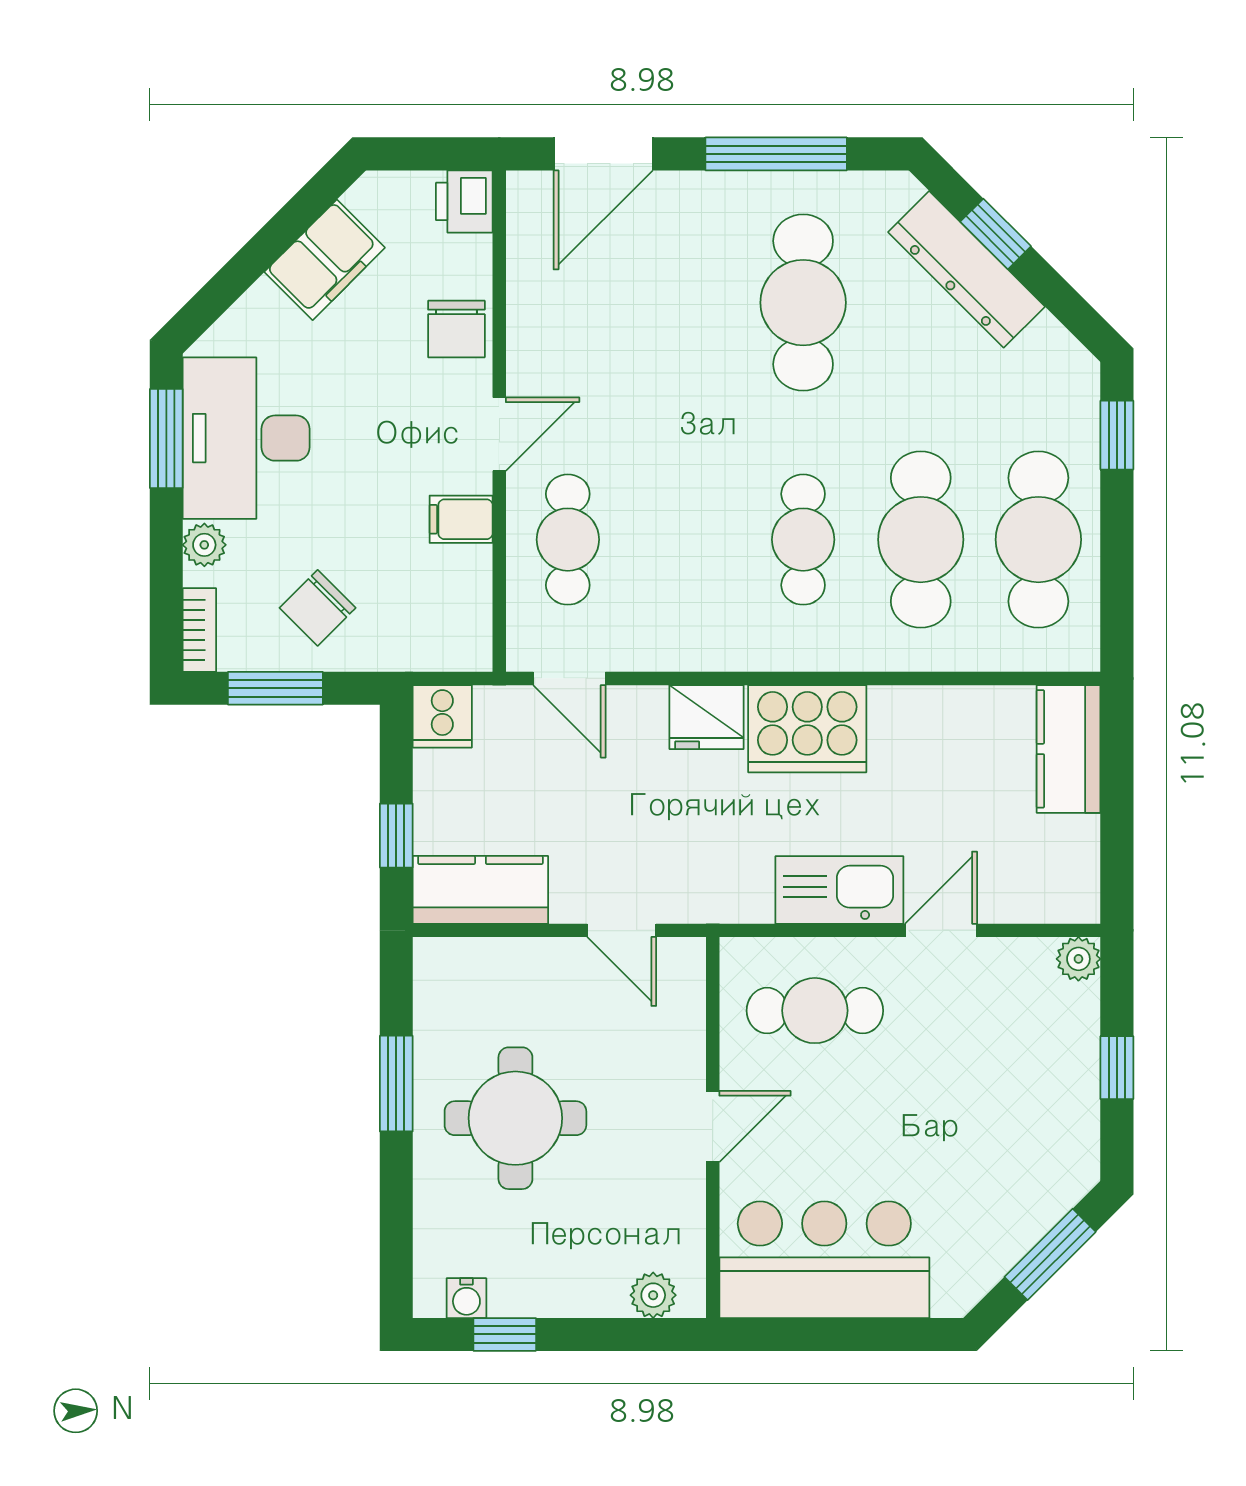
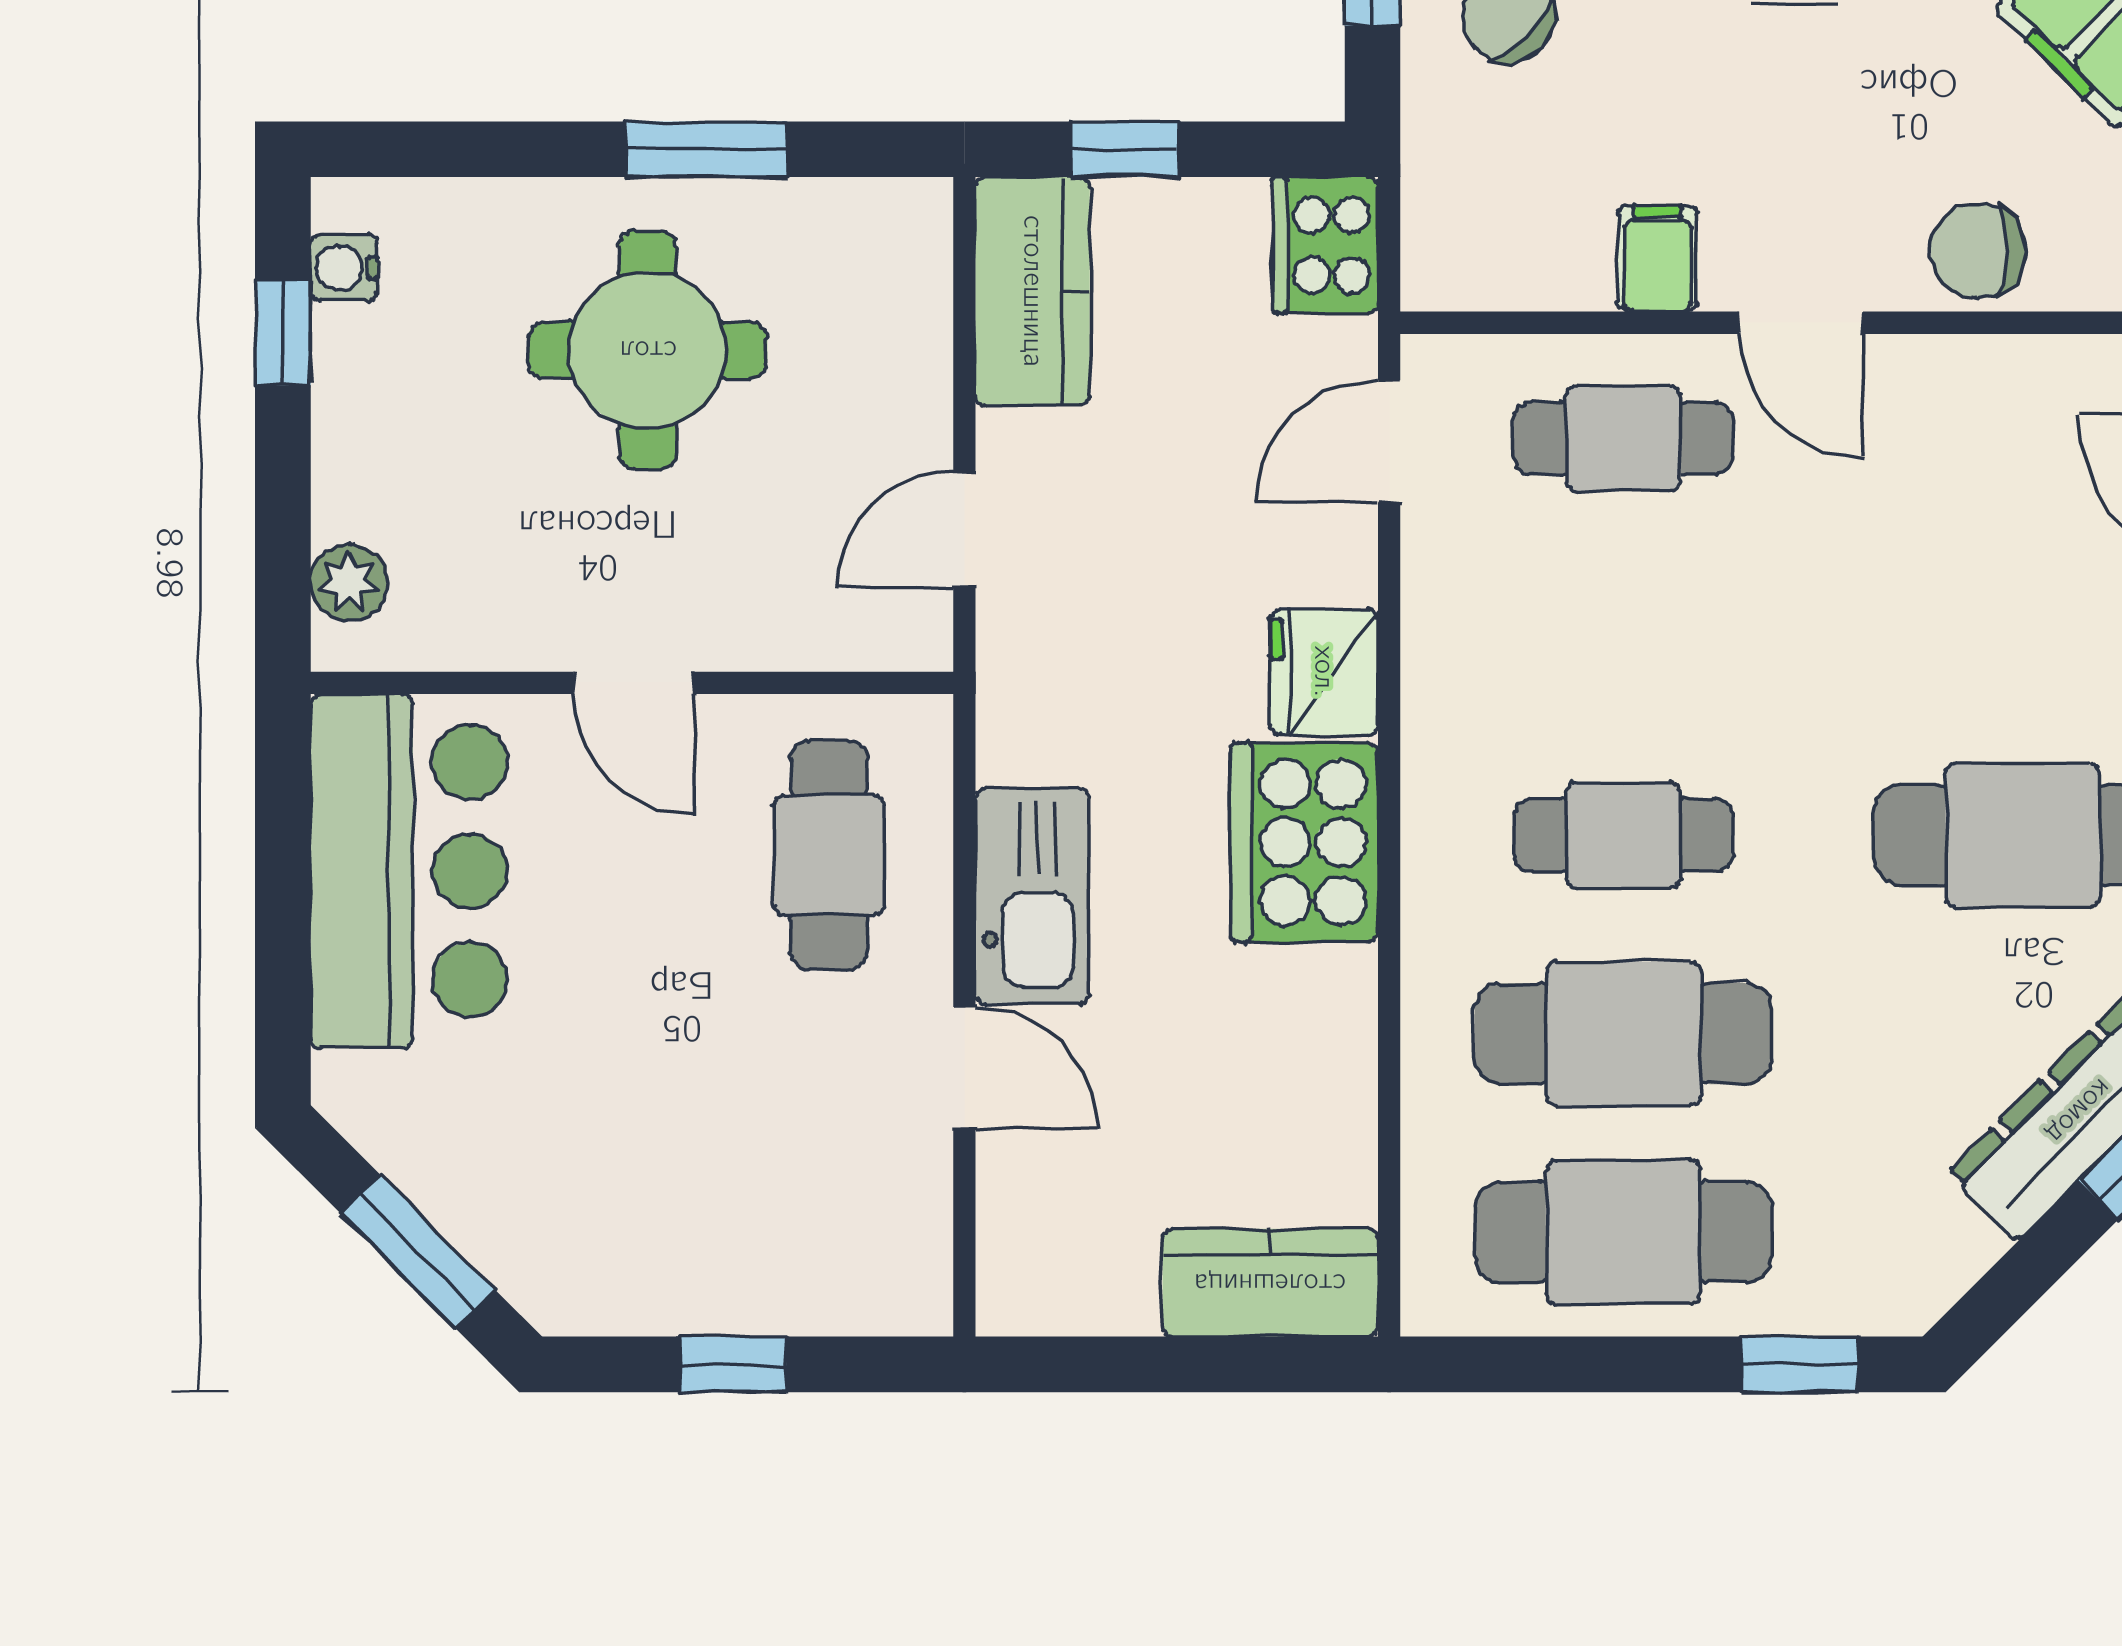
cooker: (442, 716) -> (1325, 245), width x1.36
plant: (1078, 959) -> (916, 1300), removed

